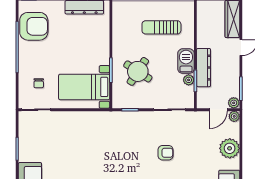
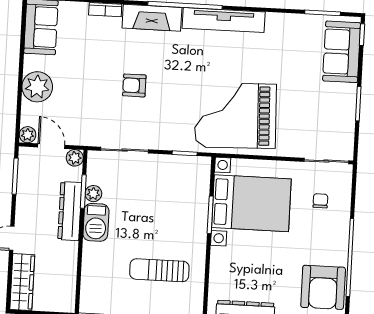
armchair: (34, 26) -> (323, 287), turned -90
sun lounger: (161, 27) -> (159, 270), moved, turned 180
round table: (138, 71) -> (170, 211), removed
bed with nightstands: (84, 87) -> (251, 203), width x1.36
plant: (234, 103) -> (75, 158), moved
door: (218, 110) -> (51, 146), hinge flipped
grand piano: (98, 136) -> (235, 116), added

